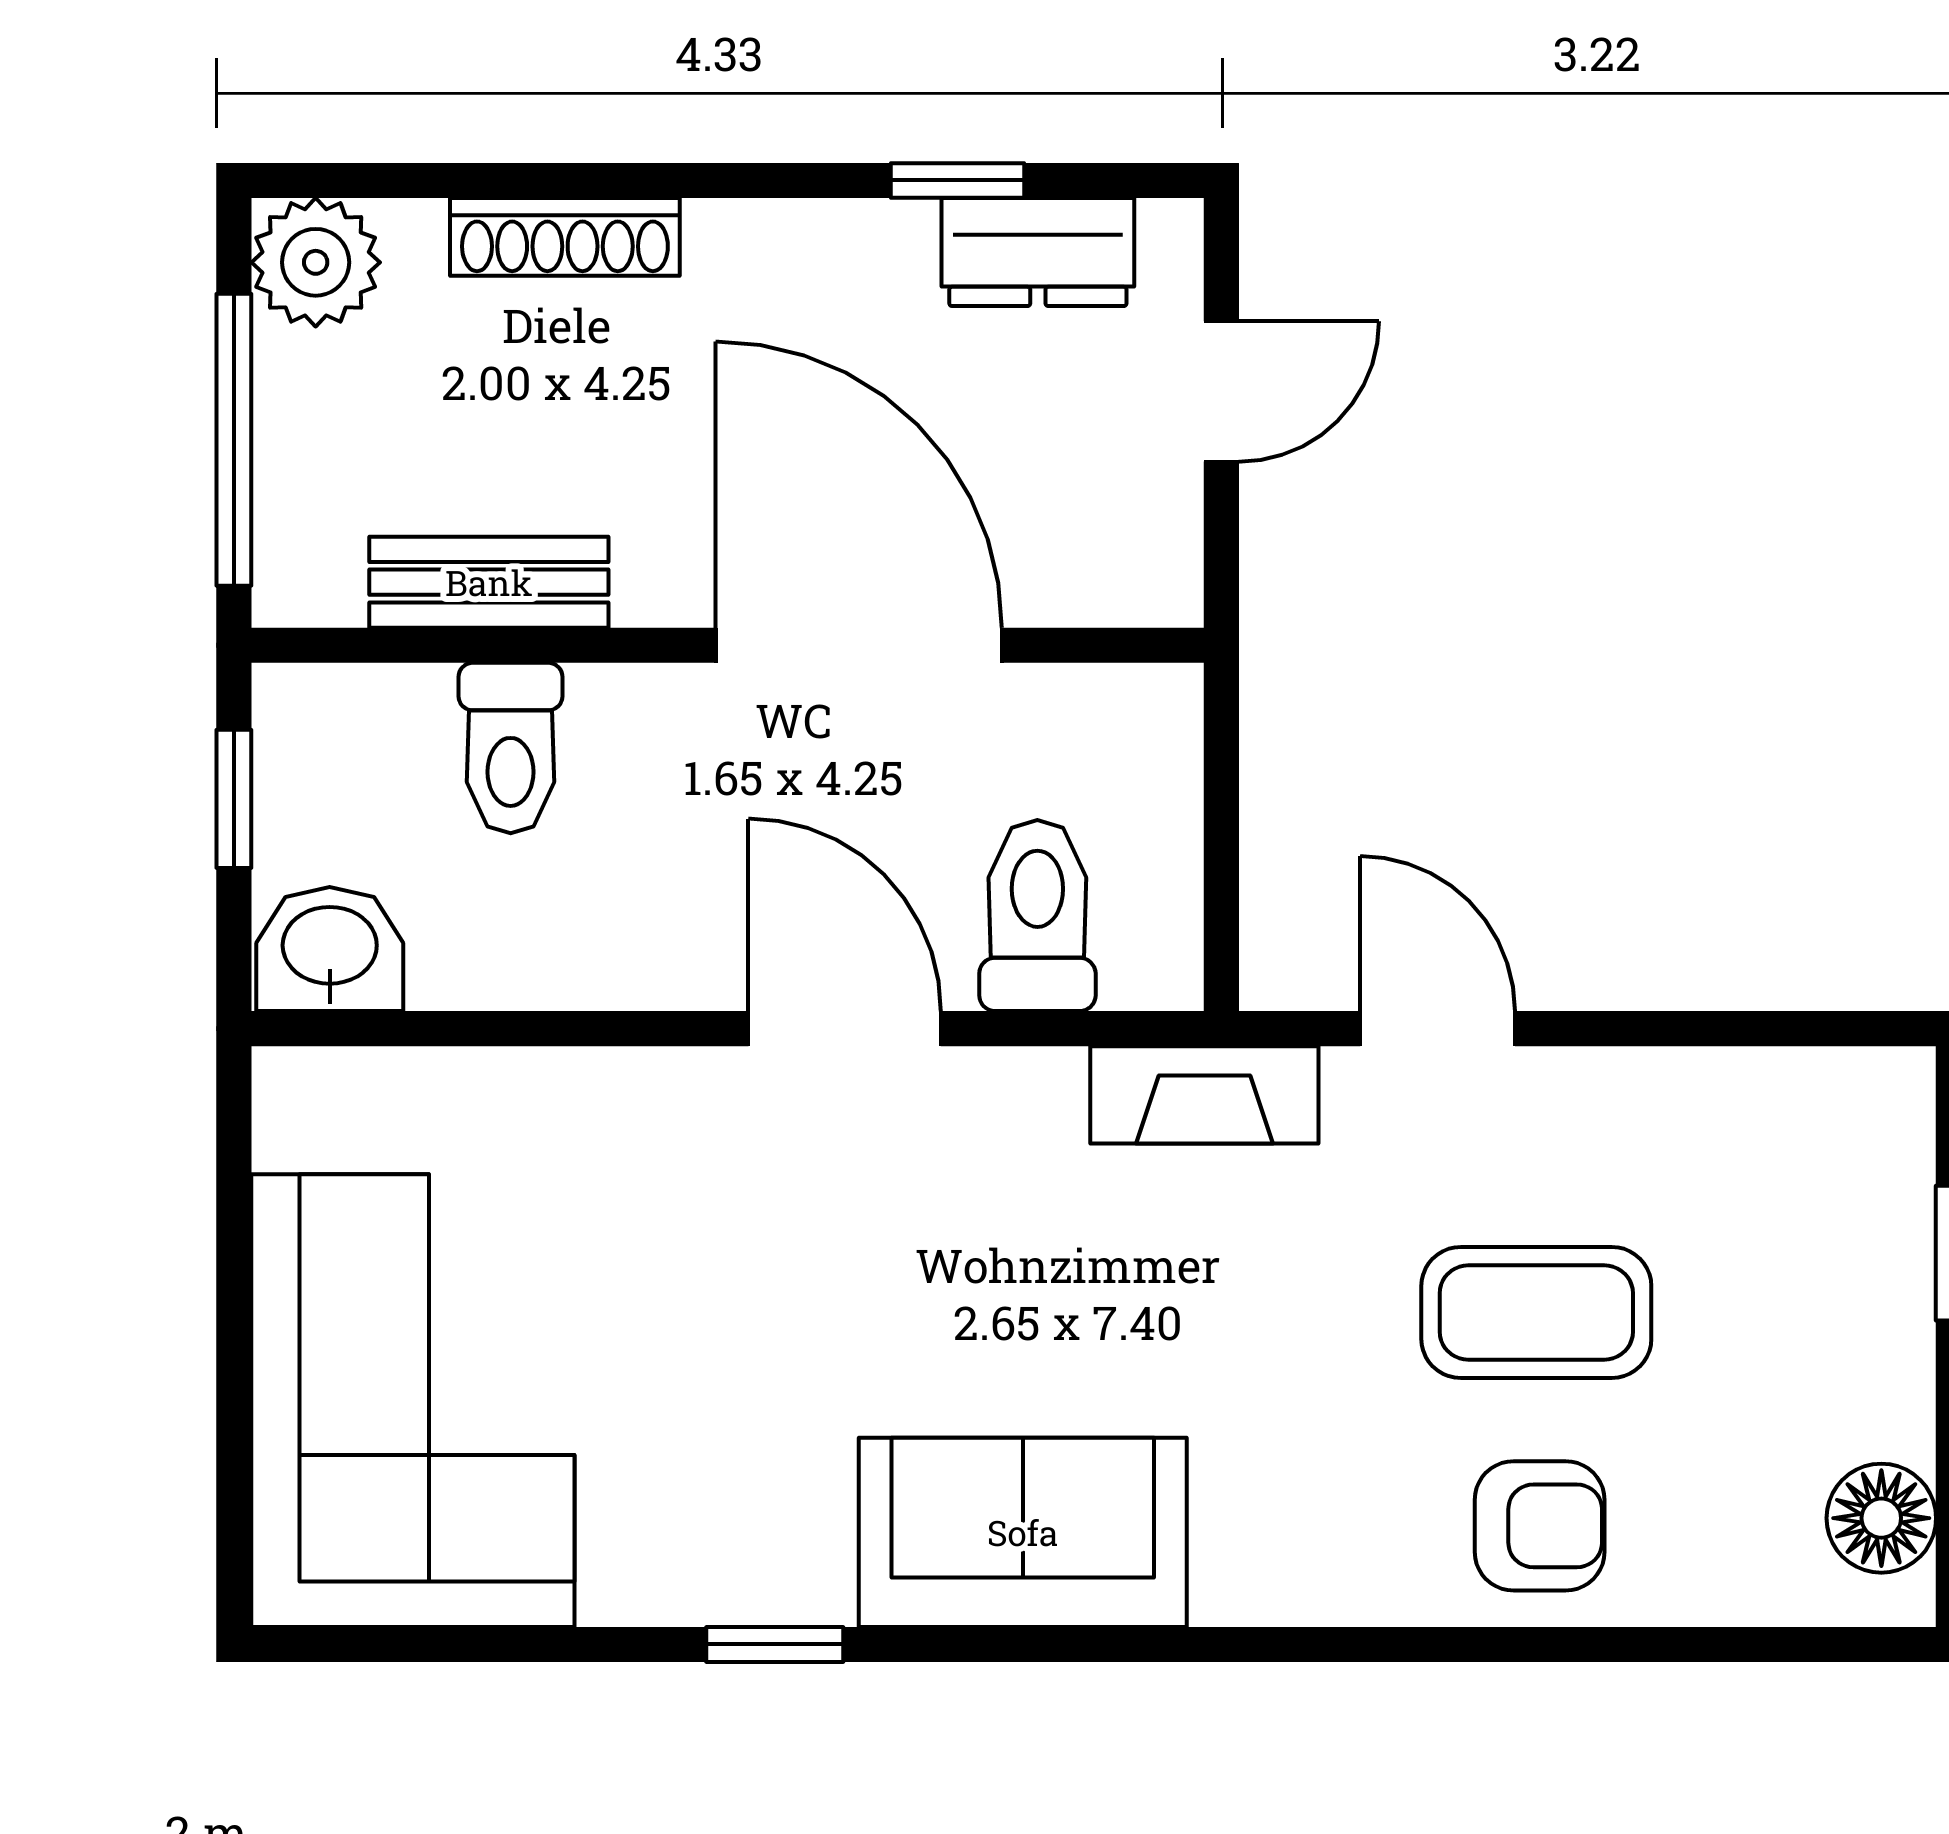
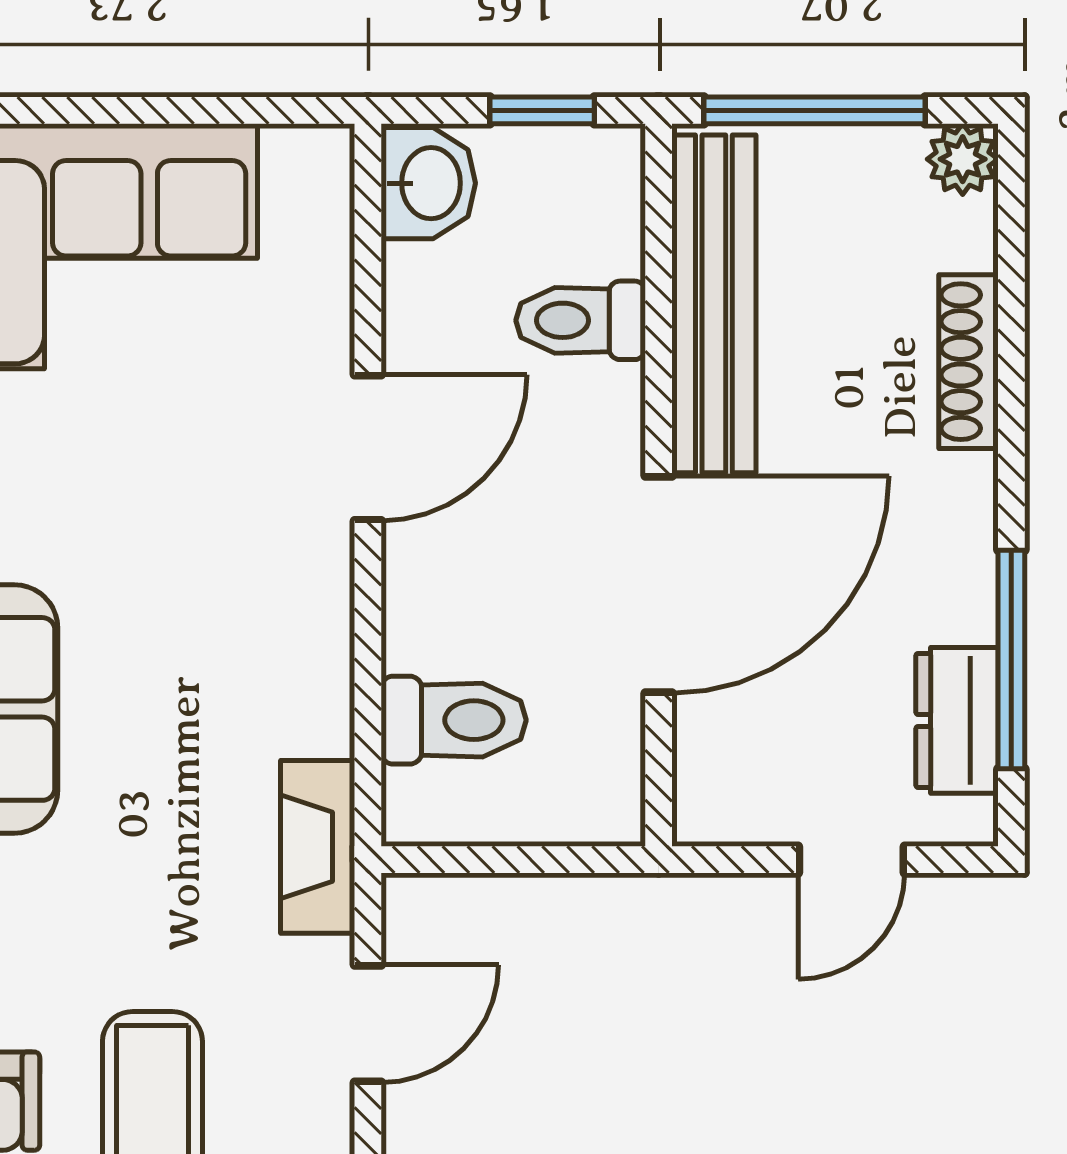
window: (957, 180) -> (1011, 659), width x2.17
plant: (316, 262) -> (963, 159), width x0.73, depth x0.73
door: (1221, 391) -> (851, 860), hinge flipped
bench: (489, 582) -> (714, 304), width x1.86, depth x1.21
door: (845, 1029) -> (368, 448), moved

